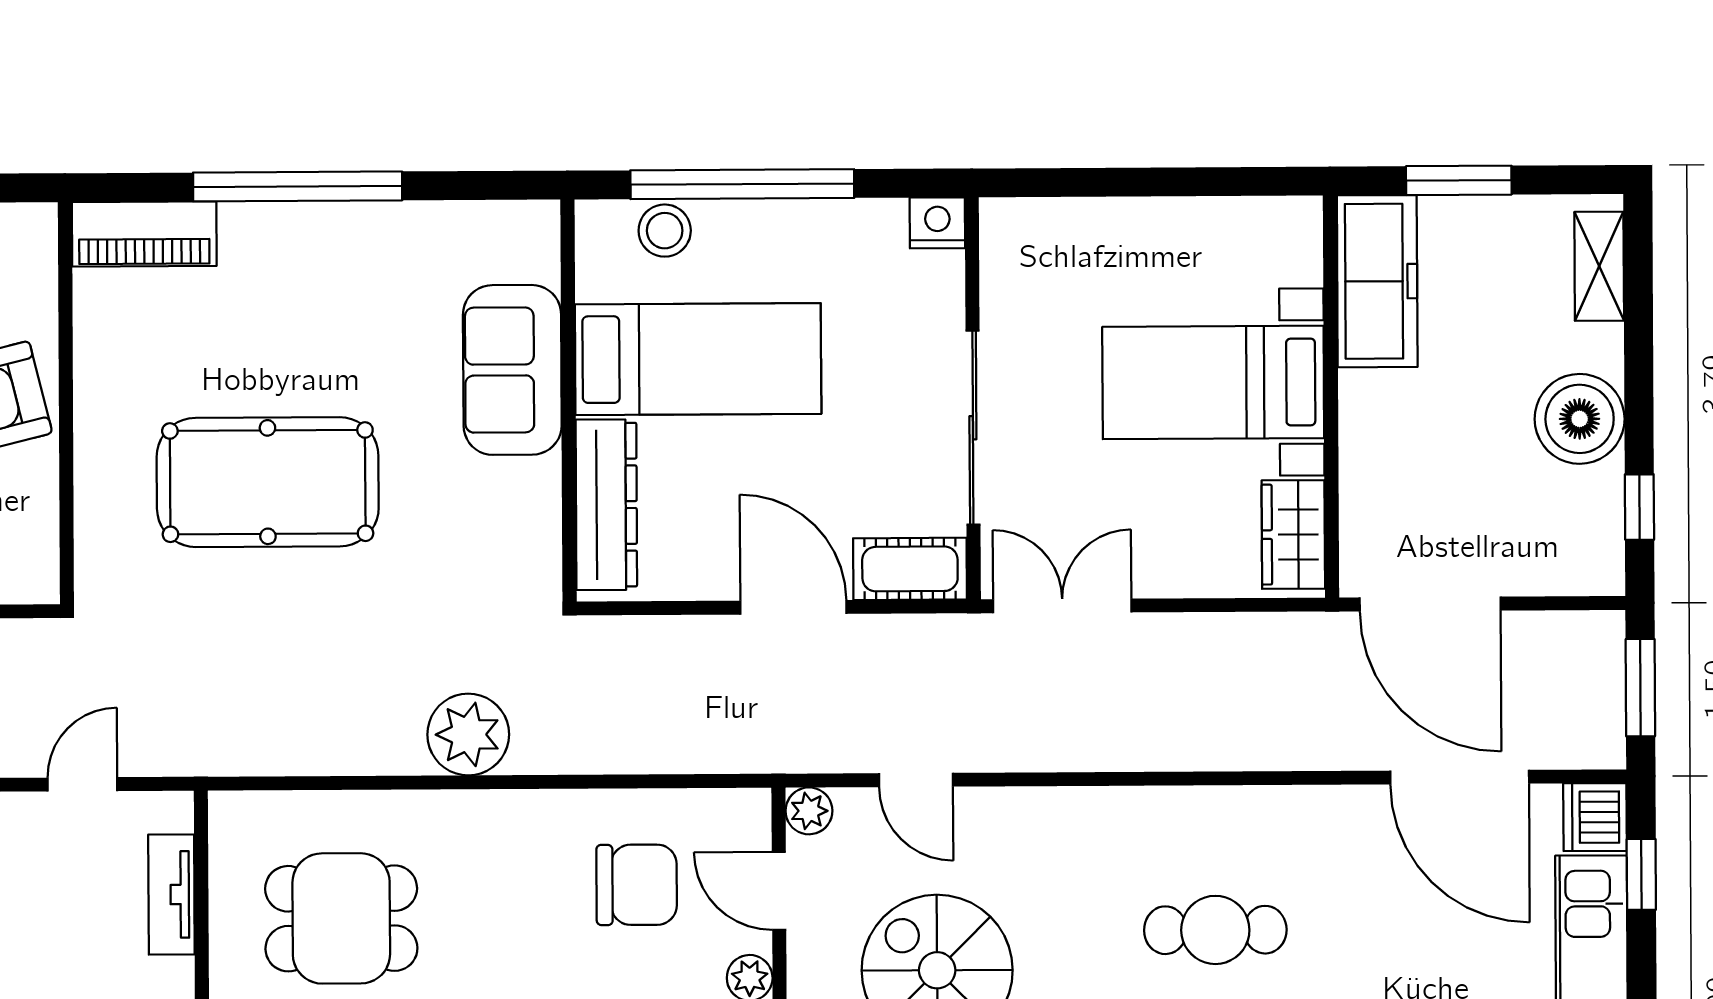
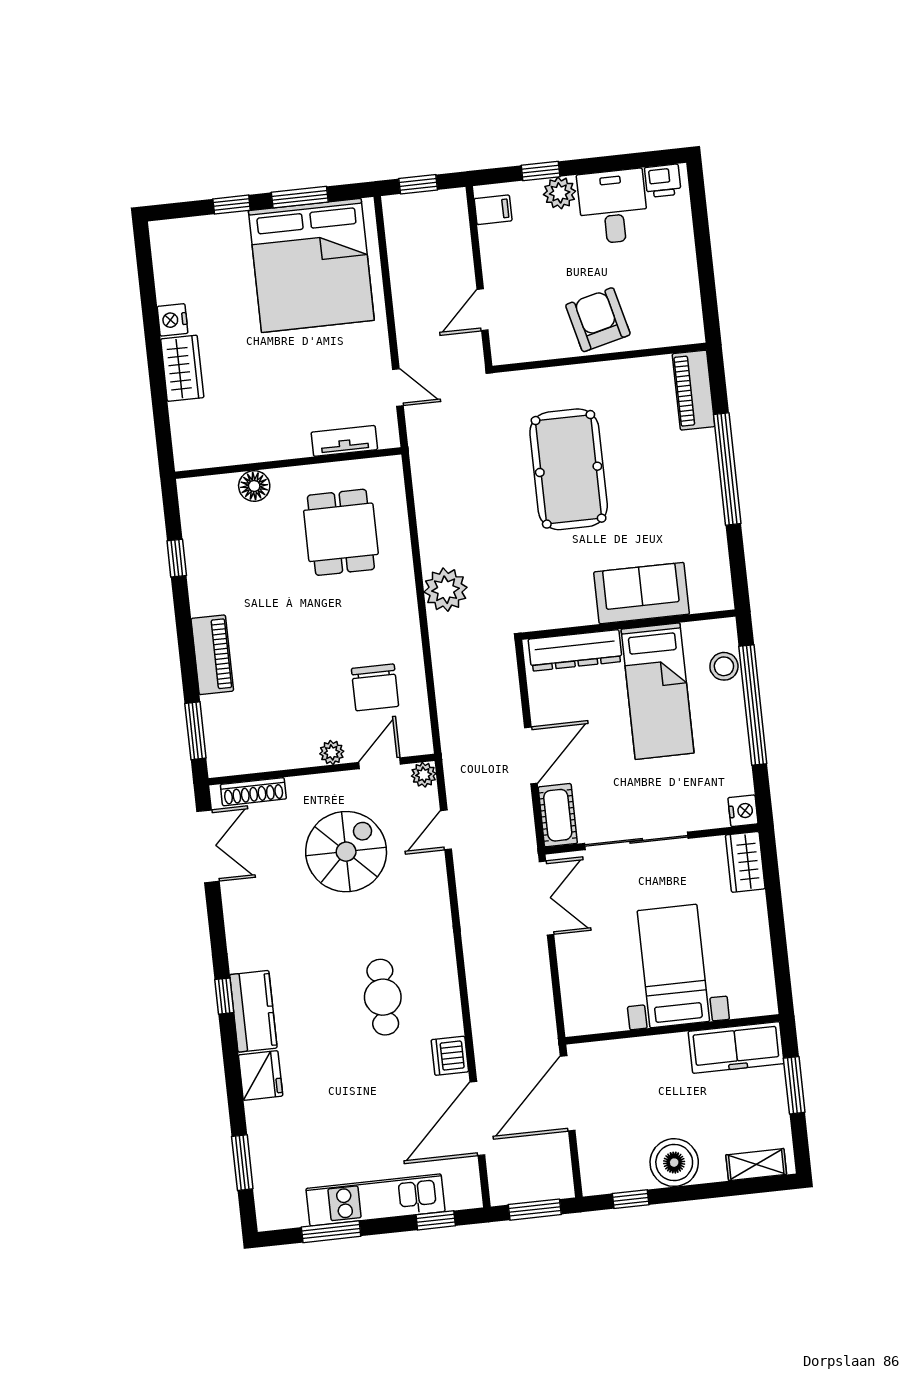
wardrobe: (1293, 534) -> (745, 862), moved, turned -90
dishwasher: (1595, 817) -> (450, 1056), moved, turned -90

